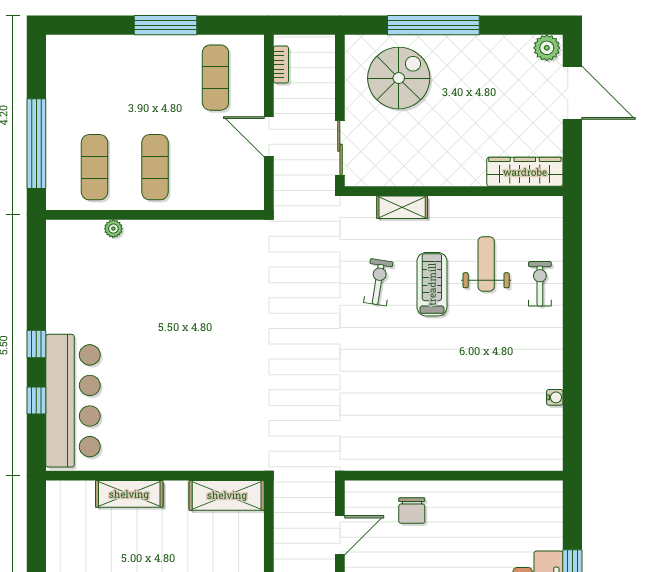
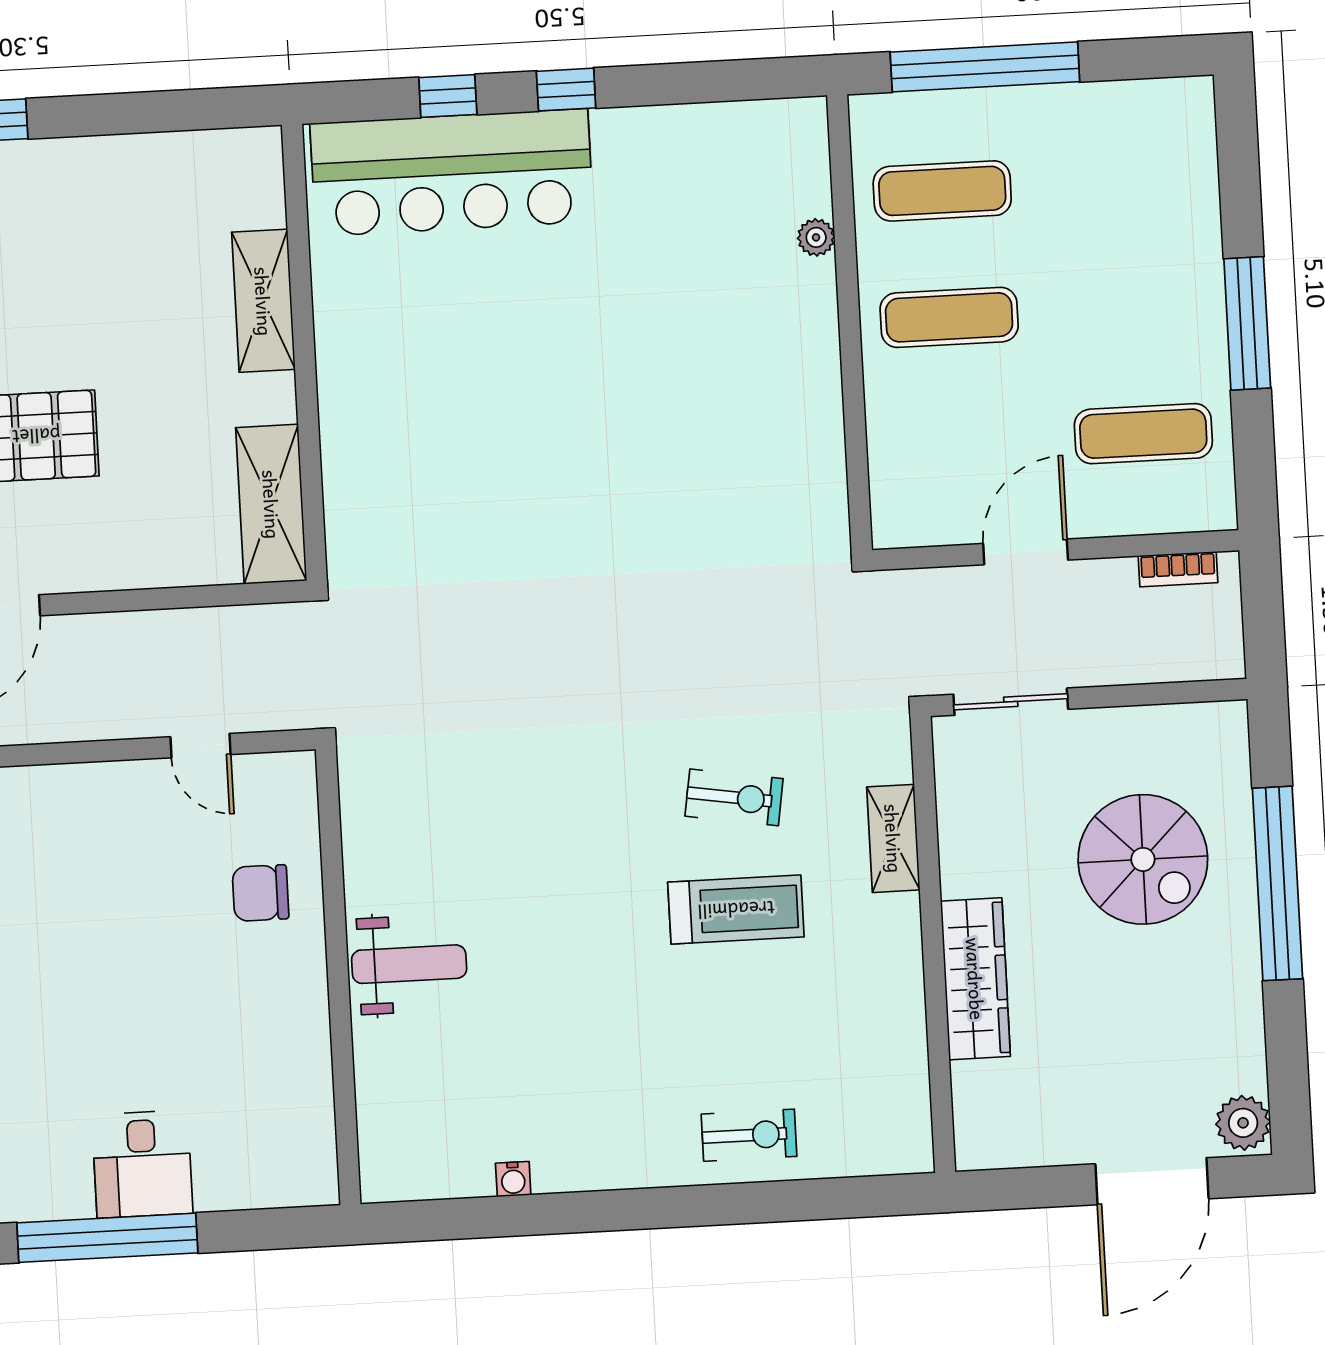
spiral stairs: (399, 78) -> (1143, 859), moved
wardrobe: (525, 172) -> (975, 979), moved
weight bench: (486, 264) -> (409, 964), moved
door: (340, 535) -> (201, 746), width x0.73

